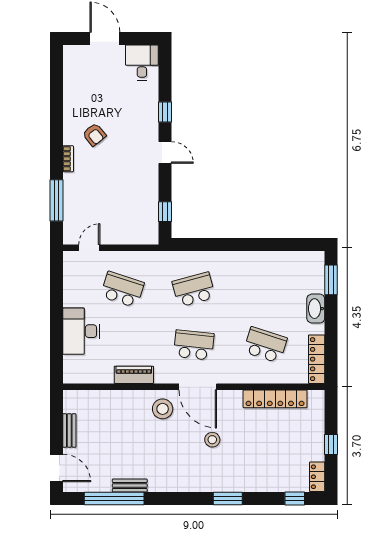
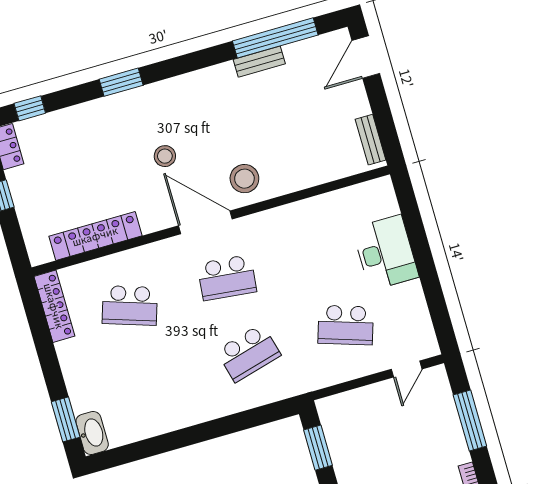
window: (165, 212) -> (318, 448), width x1.50
washbasin: (316, 309) -> (92, 433), moved
piano: (134, 375) -> (297, 214), removed
bench: (69, 431) -> (370, 140), moved
door: (56, 468) -> (366, 57), hinge flipped

